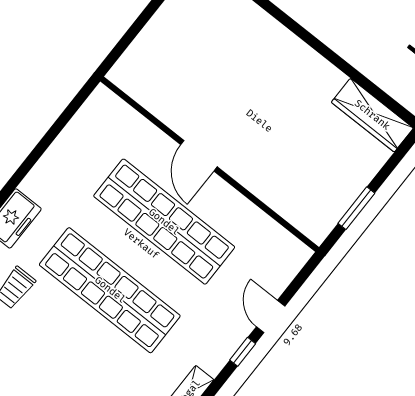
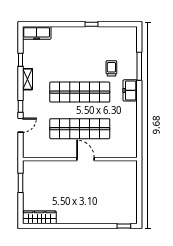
door: (271, 317) -> (20, 125), hinge flipped

